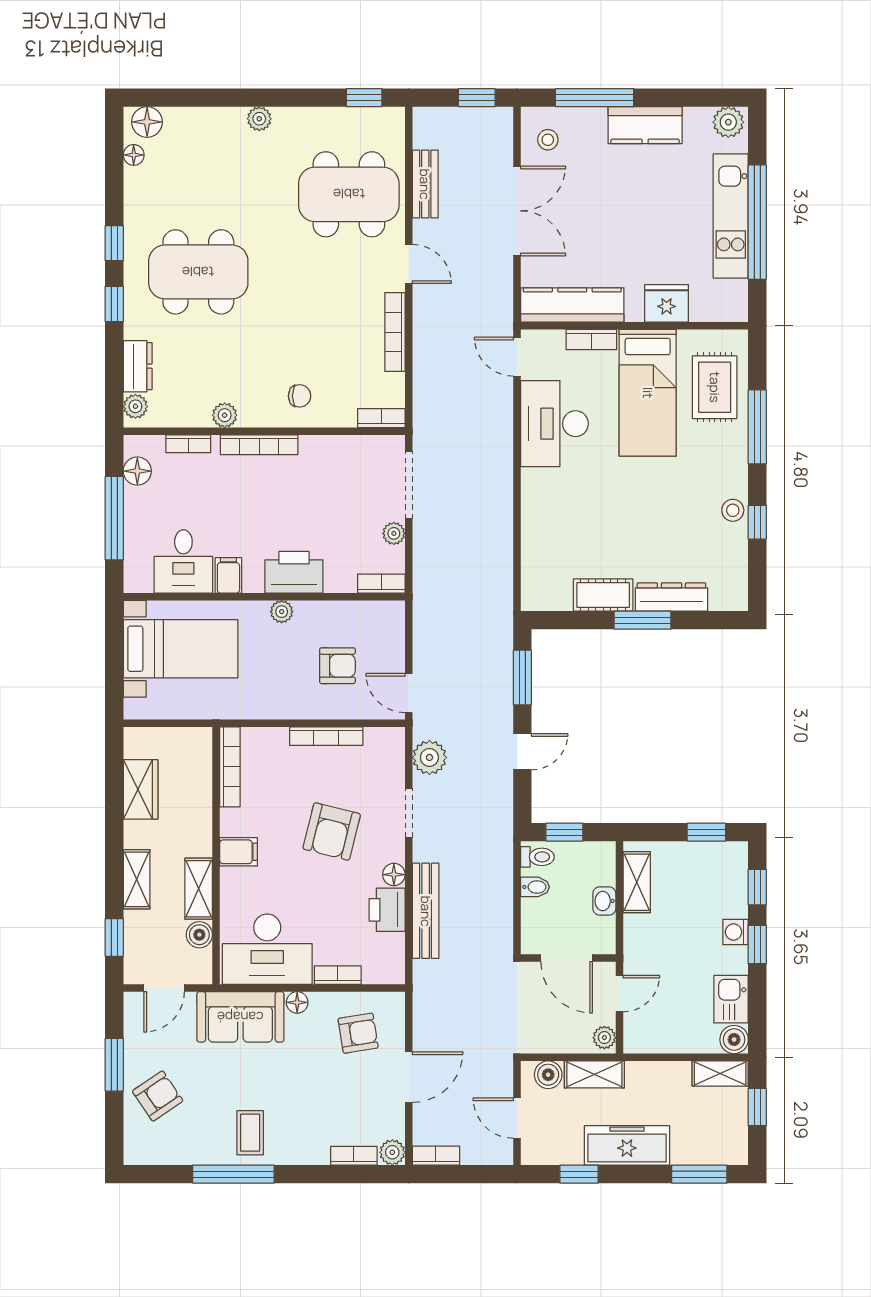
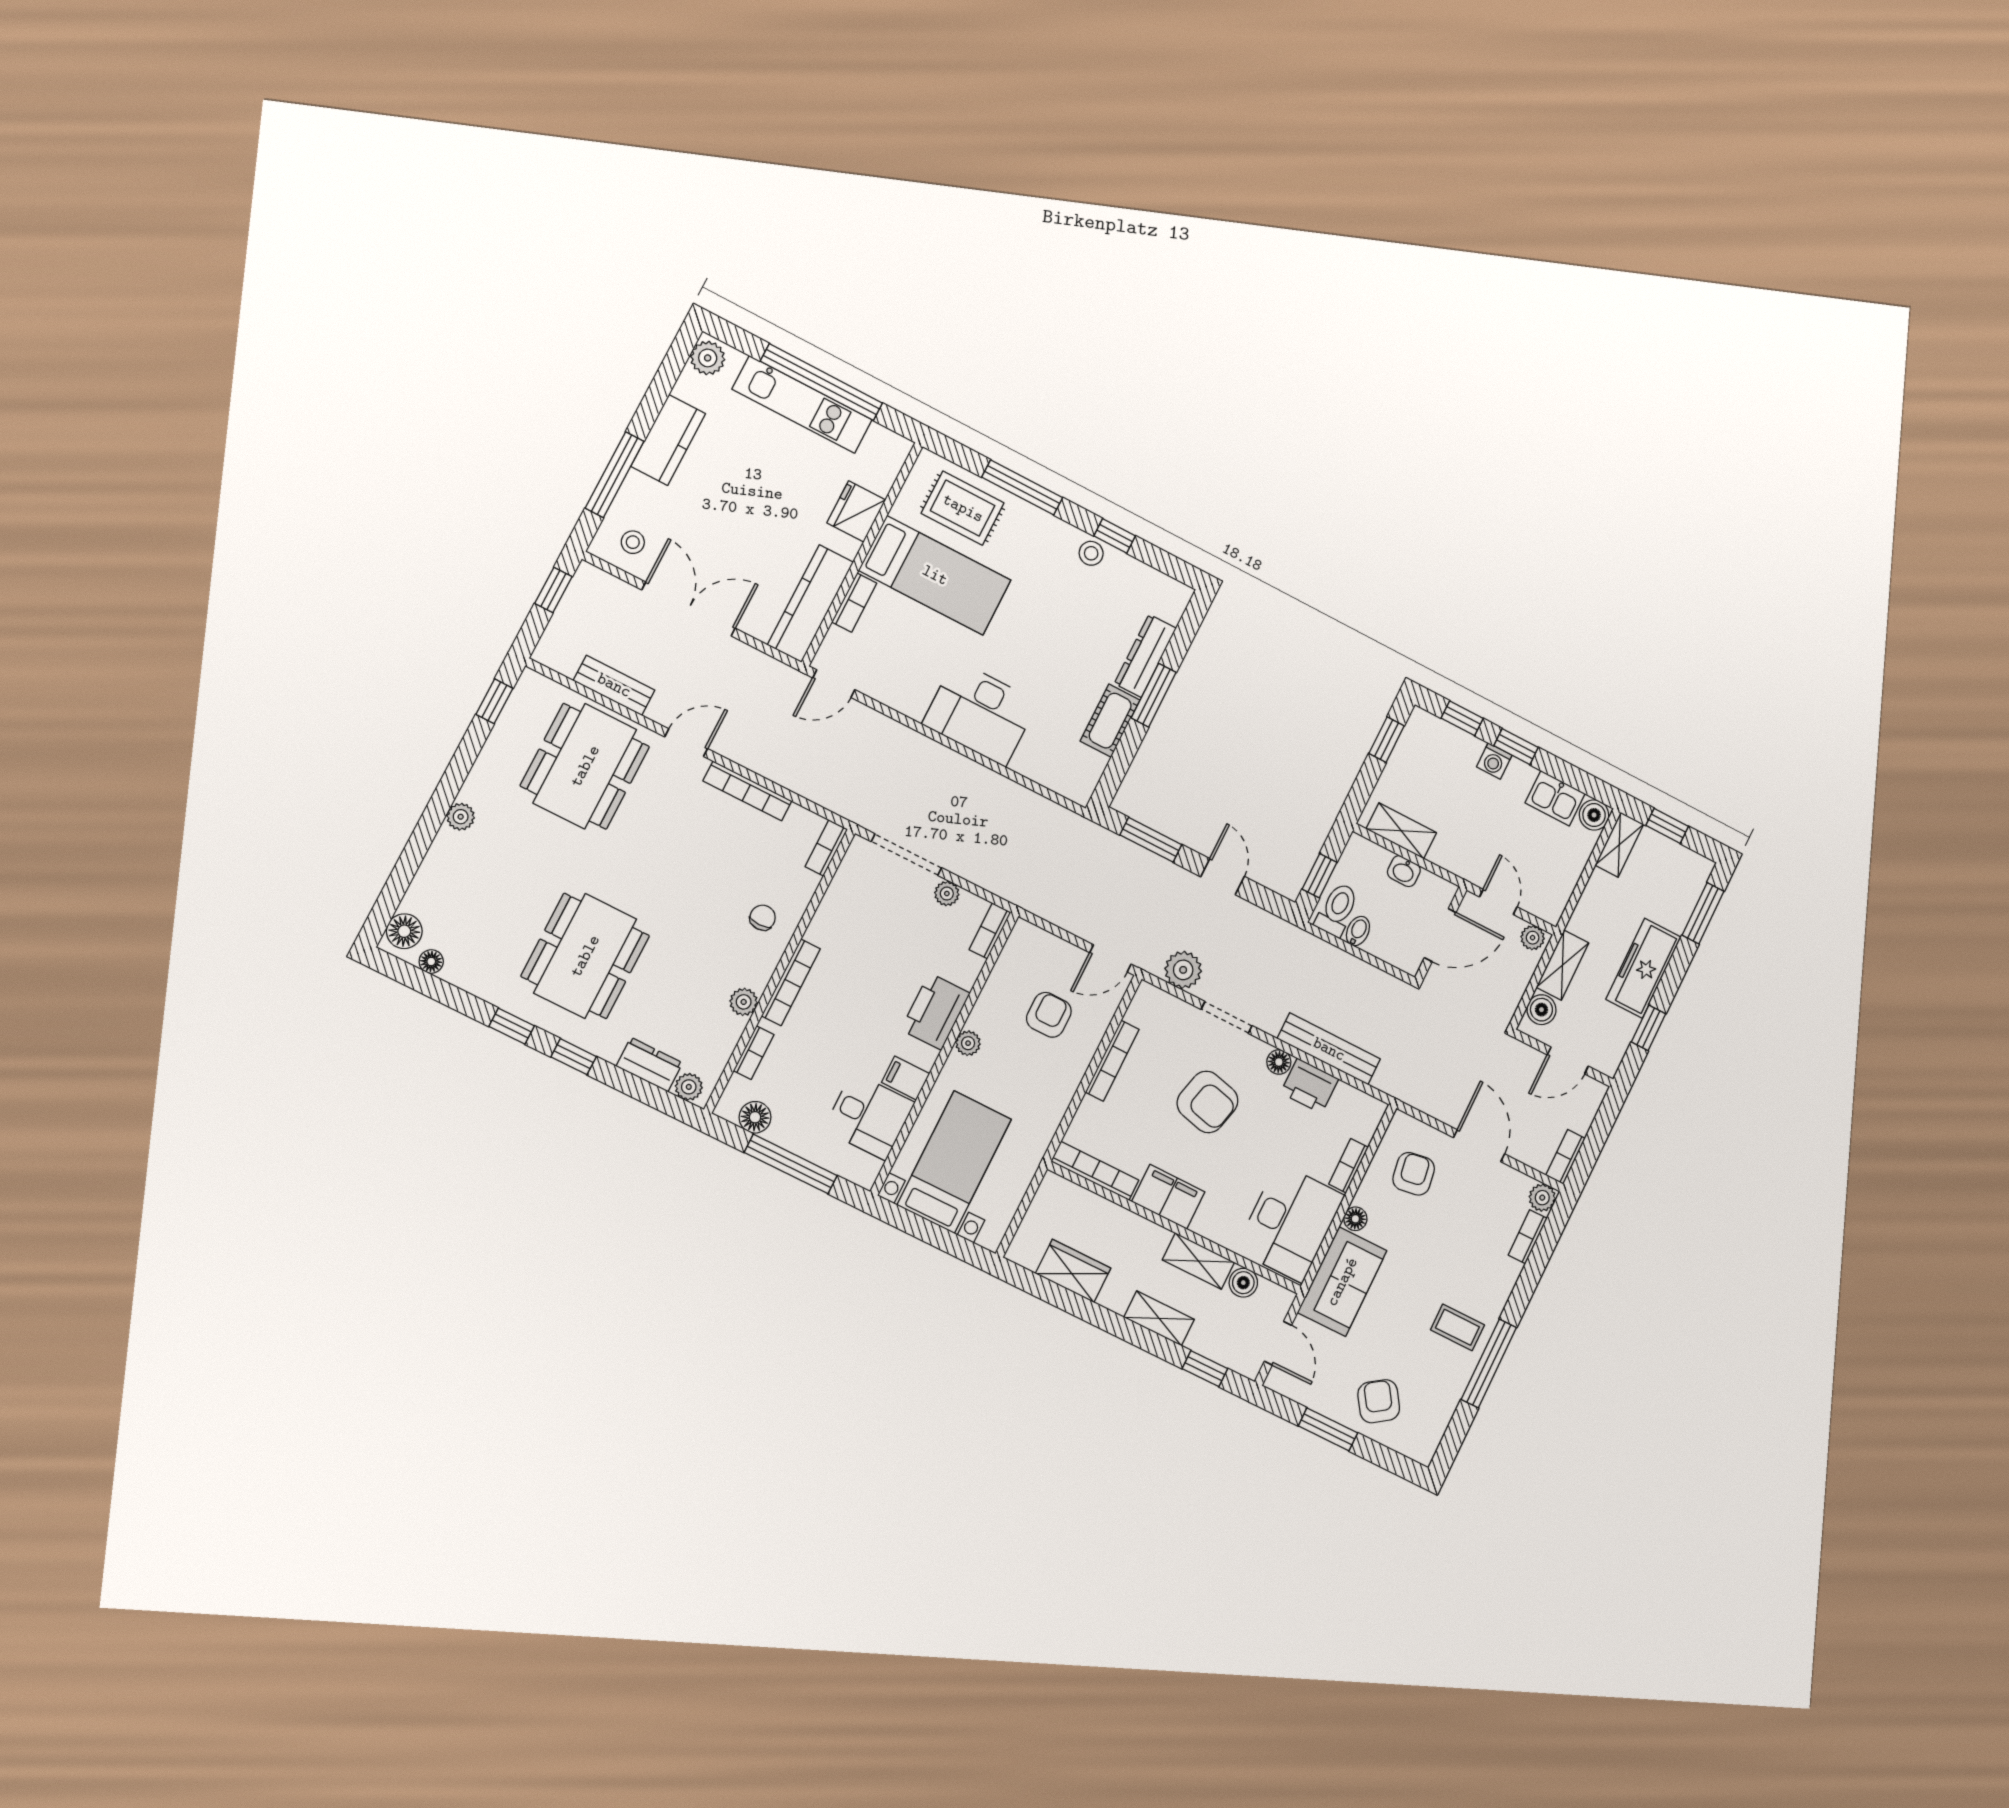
desk: (554, 424) -> (980, 713), moved
filing cabinet: (239, 852) -> (1168, 1197), width x2.00
toilet: (537, 857) -> (1337, 910), width x1.37, depth x1.39

